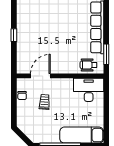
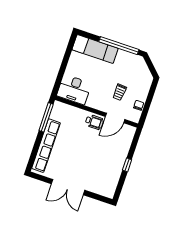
window: (106, 54) -> (46, 117), width x1.44
wheelchair: (88, 65) -> (94, 122), moved

